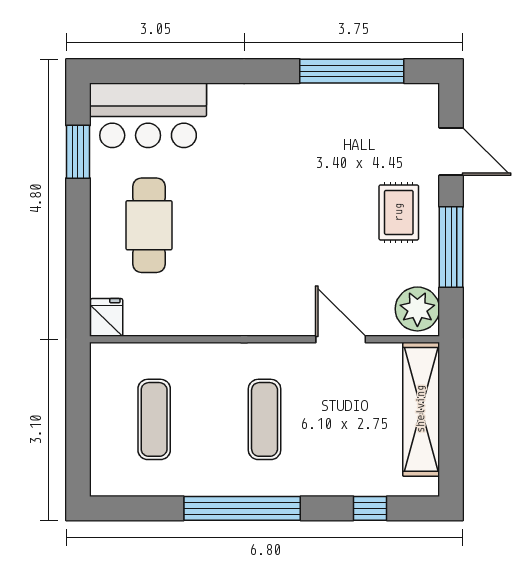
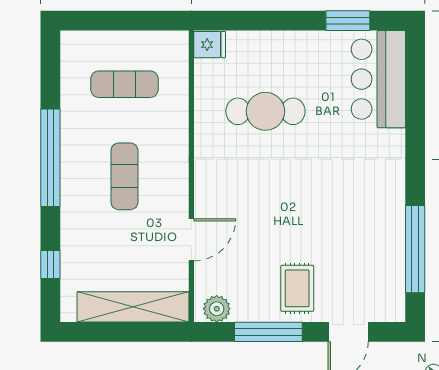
rug: (399, 212) -> (297, 288), turned 90
cafe table: (149, 225) -> (265, 111), moved
plant: (417, 309) -> (217, 309), width x0.73, depth x0.73
exercise mat: (265, 419) -> (124, 176), turned 90

